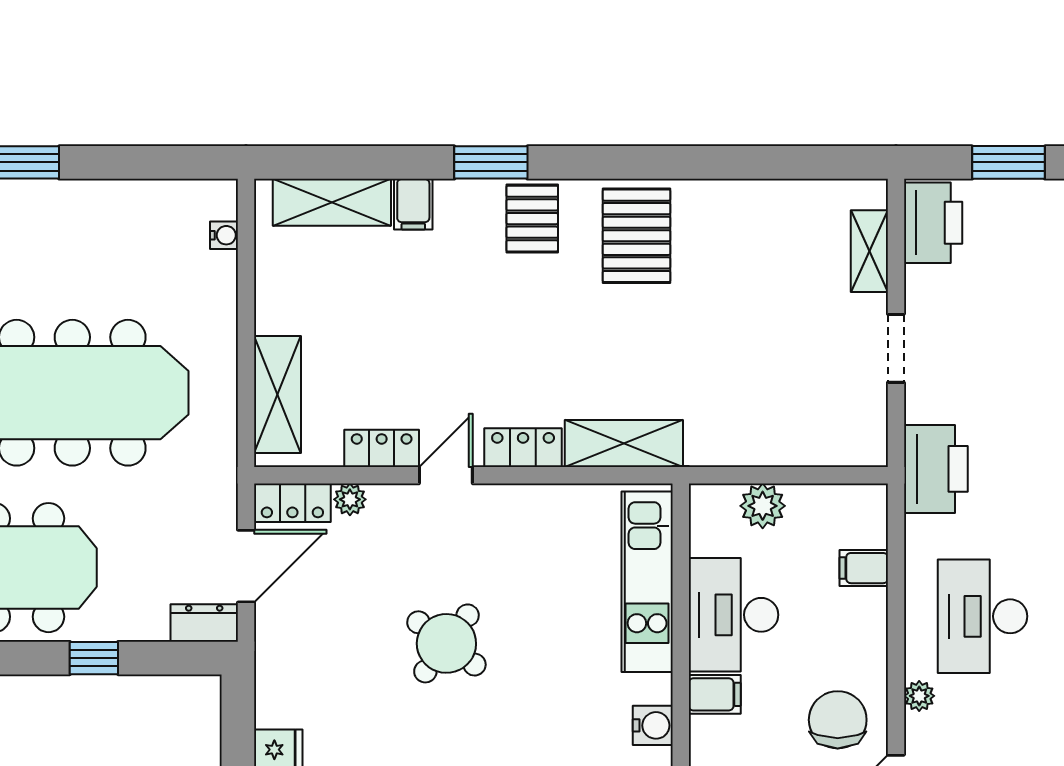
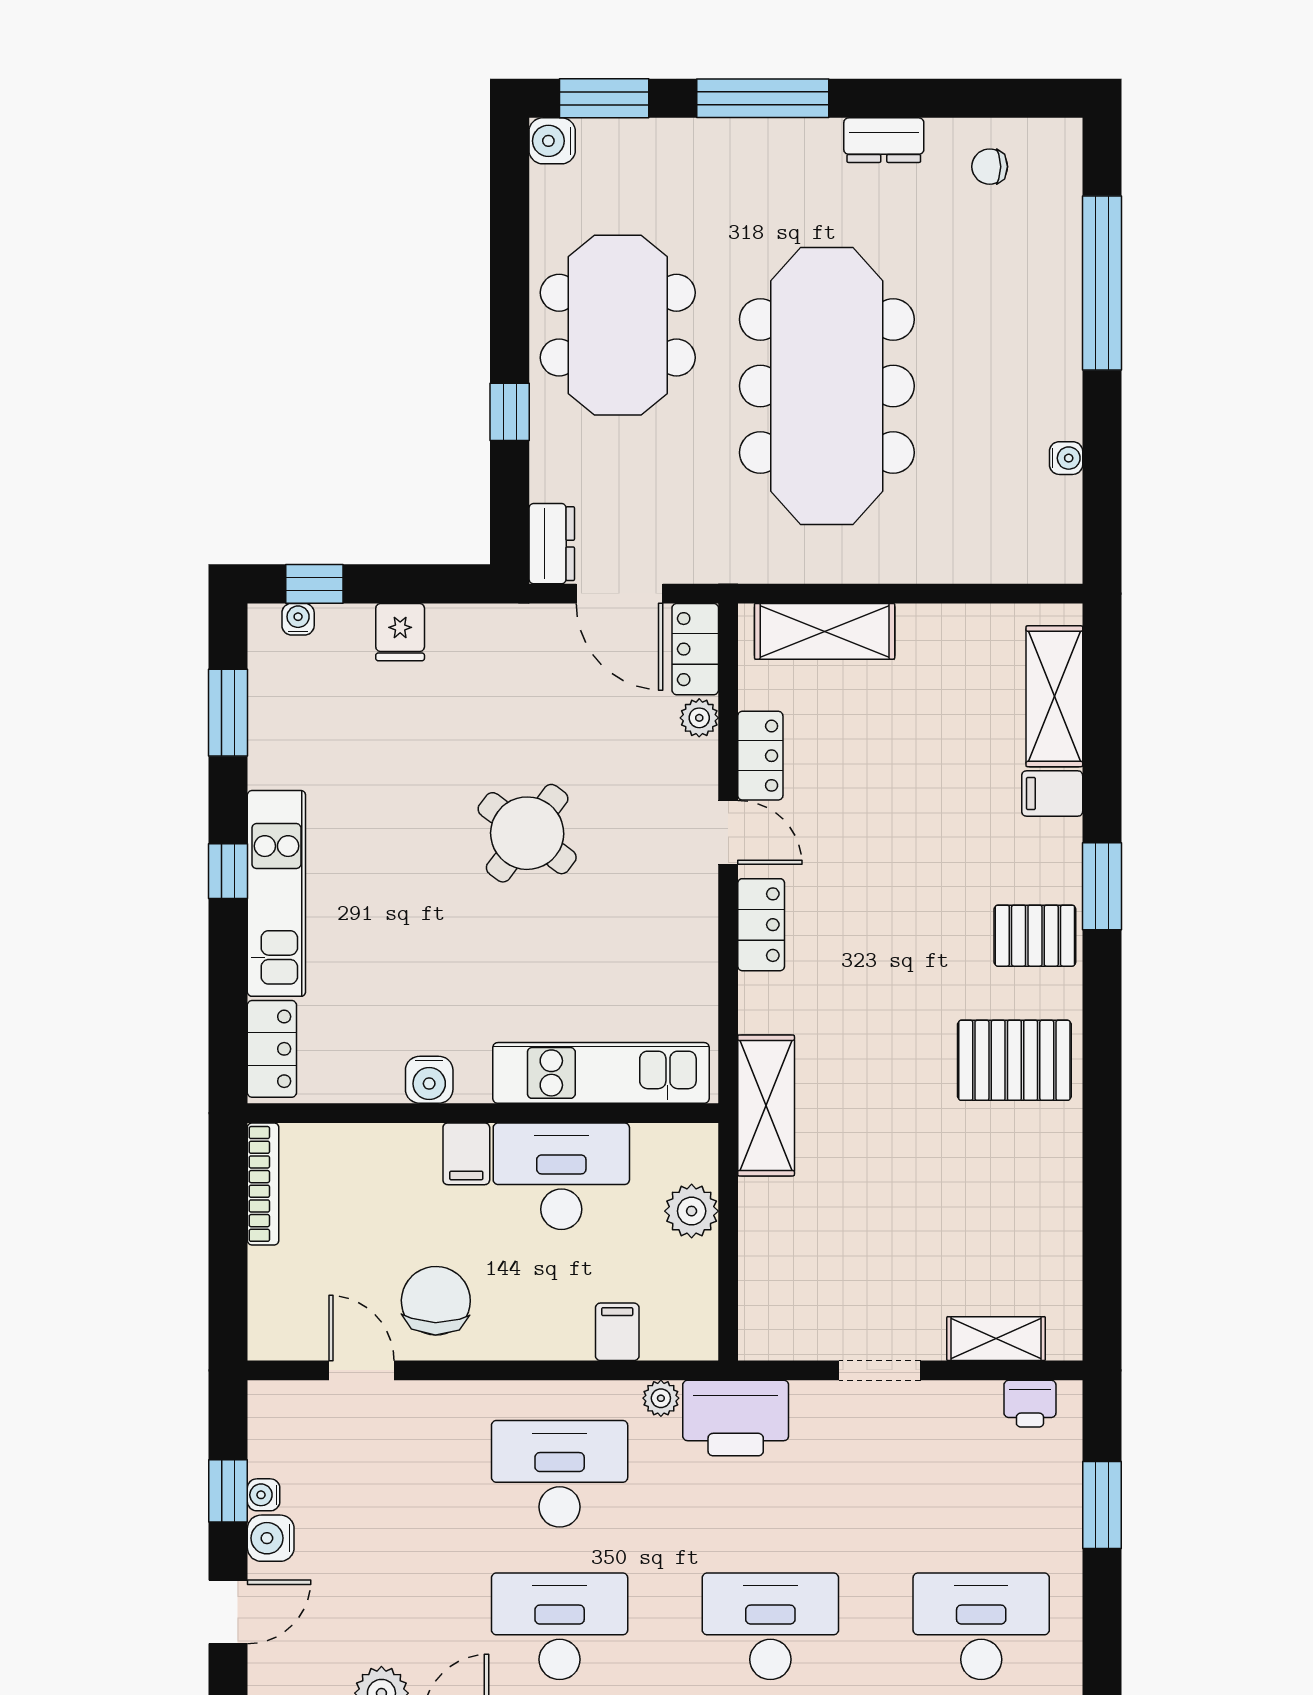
printer: (933, 223) -> (1030, 1404), width x0.53, depth x0.68
water cooler: (224, 235) -> (1066, 458), moved, turned -90
shelving: (624, 444) -> (766, 1105), moved
plant: (919, 696) -> (661, 1398), moved
chair: (838, 720) -> (436, 1301), turned -89

